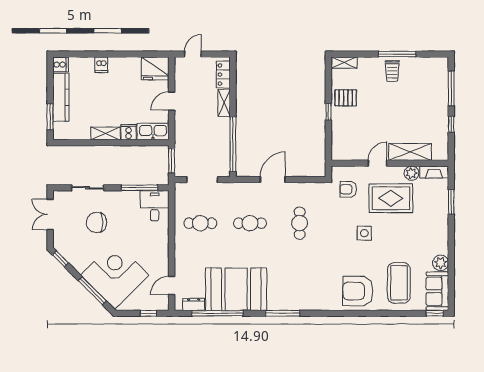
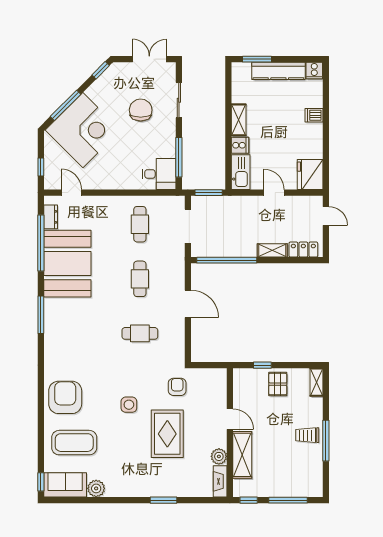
shelving: (410, 152) -> (242, 455), moved
door: (378, 163) -> (230, 419), moved
wall: (390, 163) -> (230, 433), moved
fireplace: (434, 172) -> (220, 481), moved
plant: (412, 173) -> (219, 456), moved

